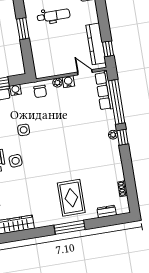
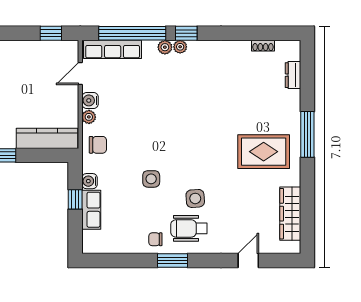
kitchen counter: (96, 44) -> (47, 138), moved, turned 180
plant: (111, 125) -> (165, 47), added
rug: (71, 198) -> (264, 152), moved

